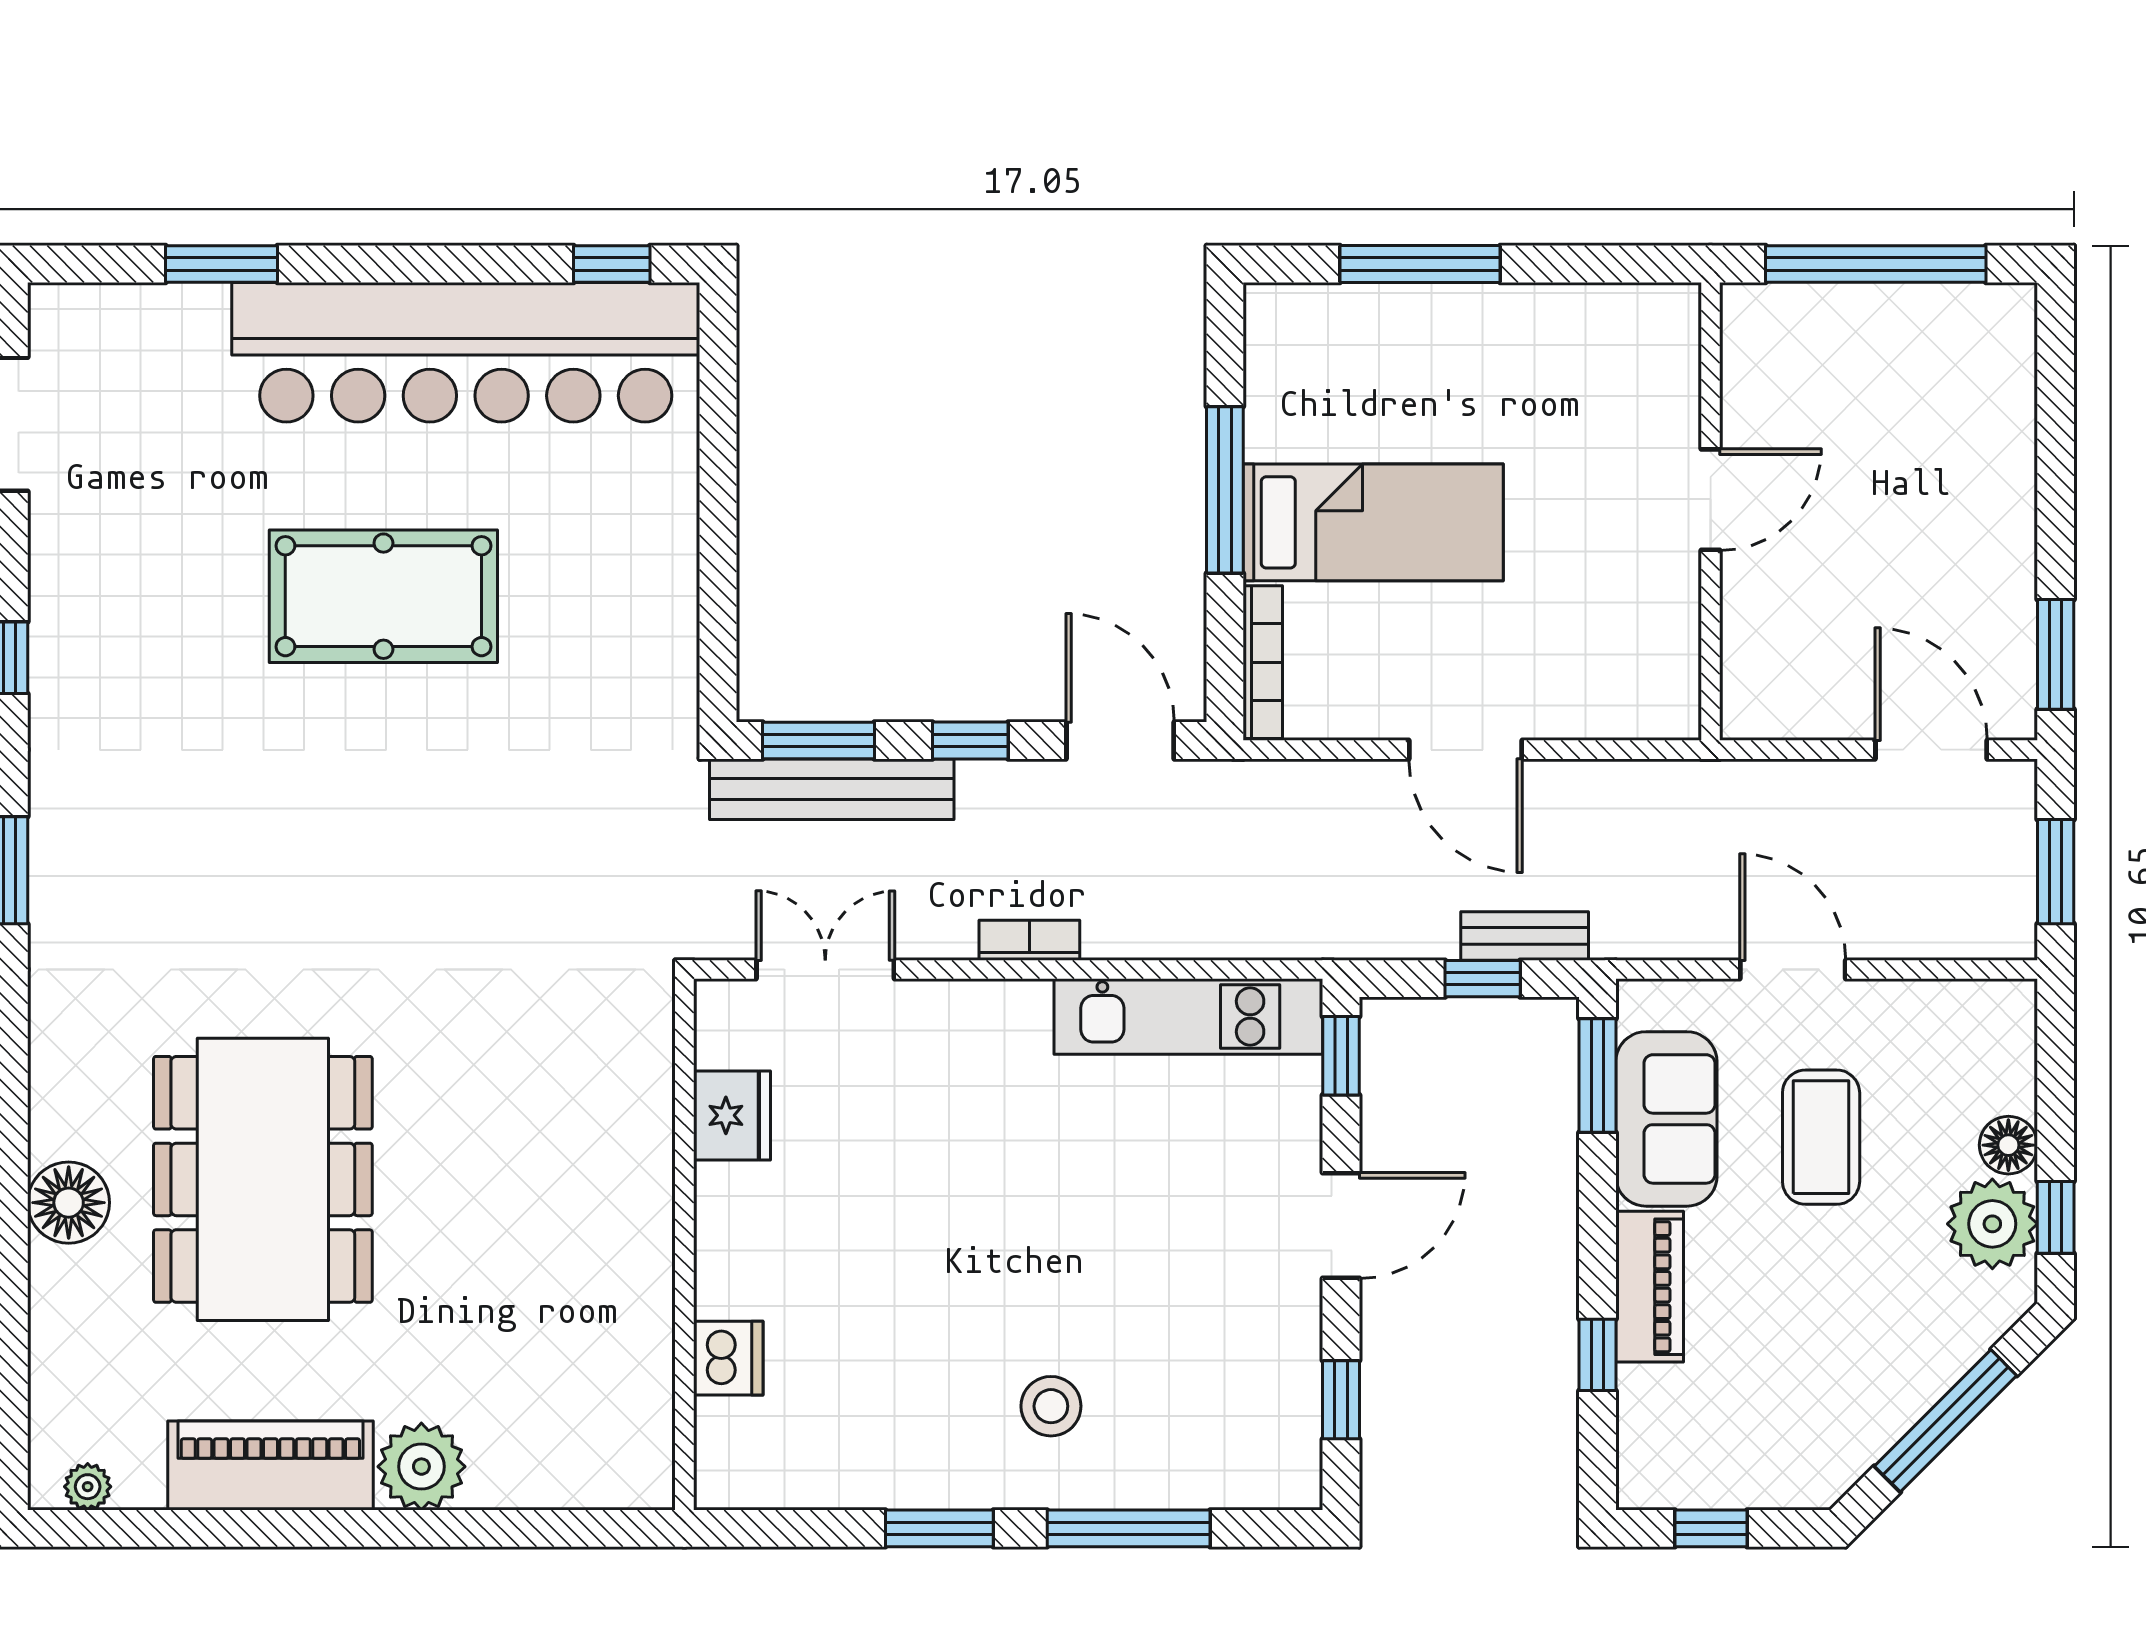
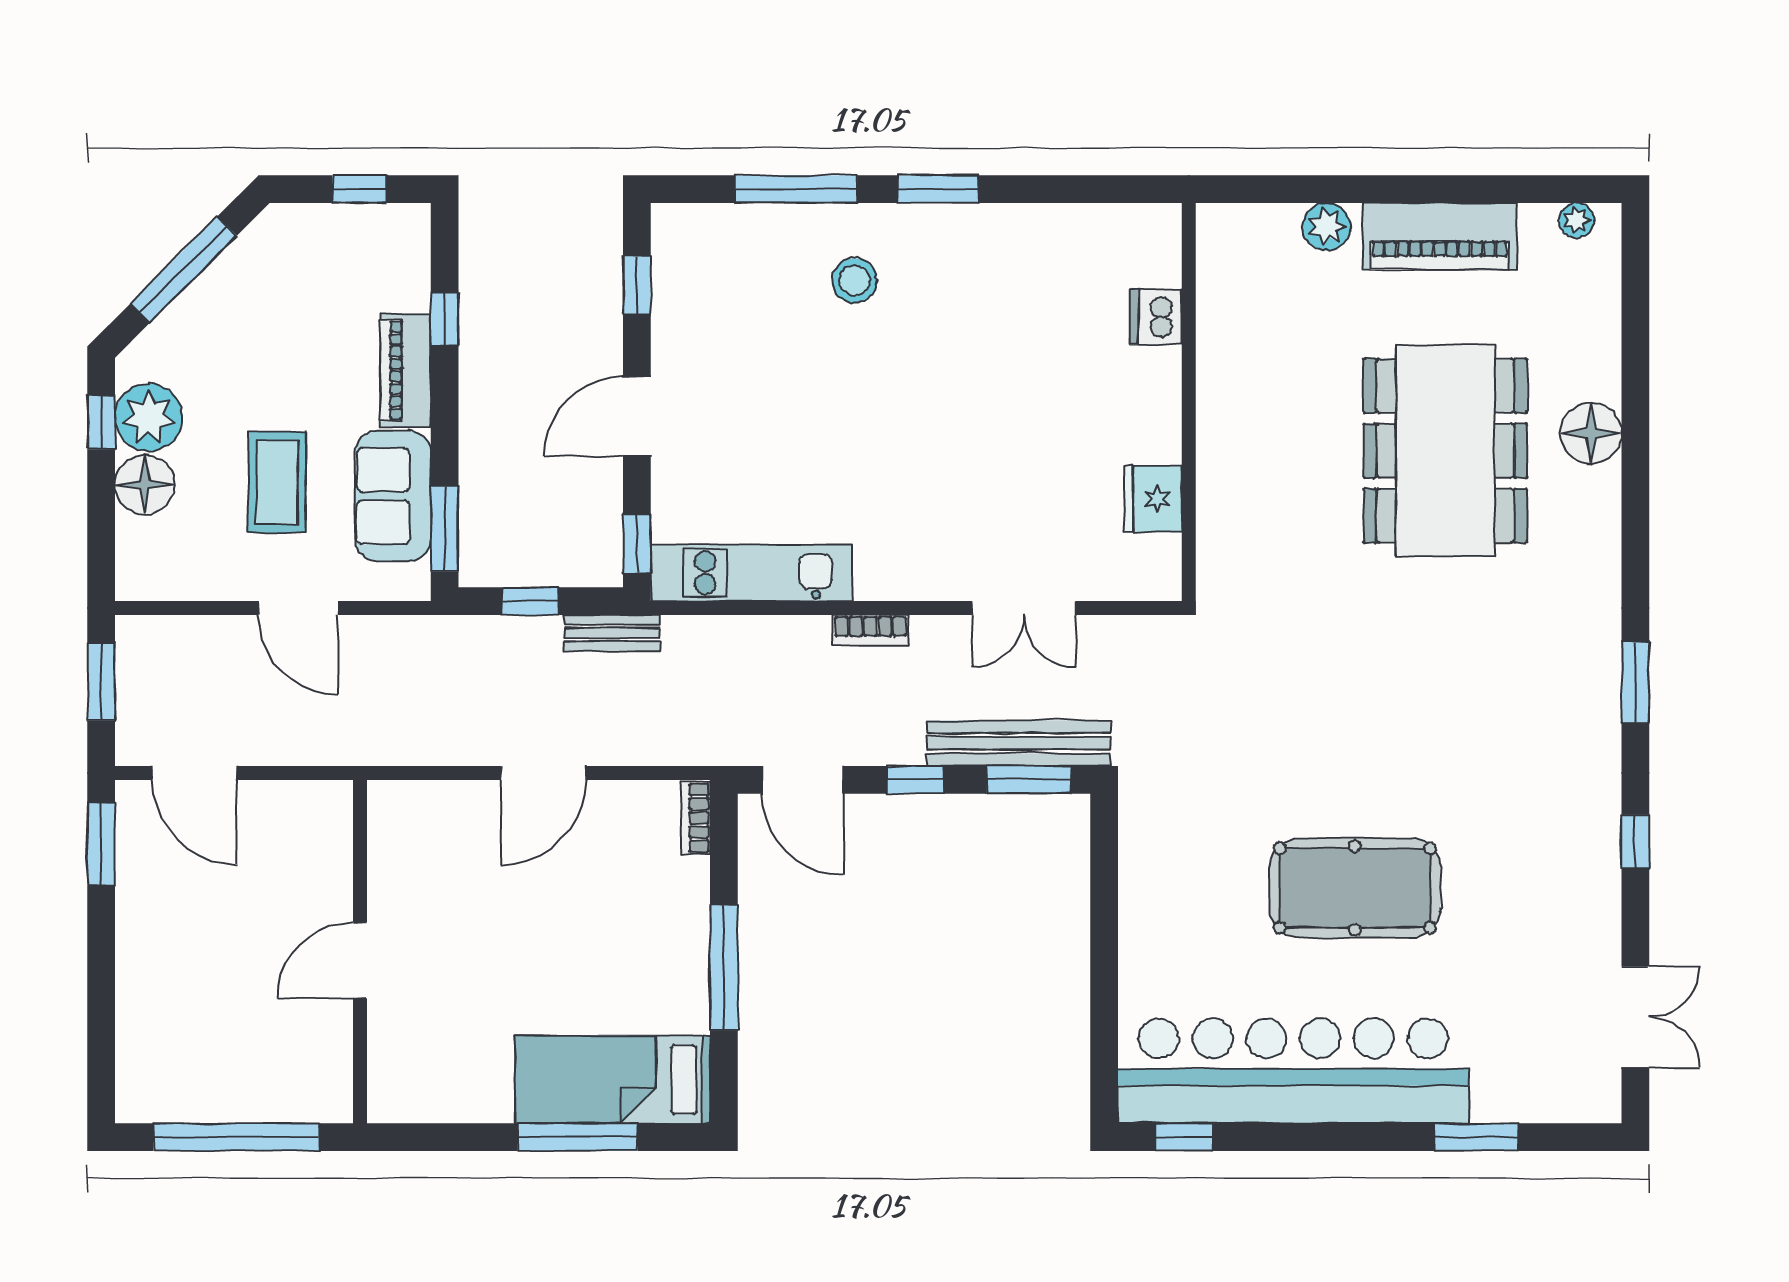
bed: (1373, 522) -> (613, 1079), moved
bookcase: (1263, 662) -> (696, 818), width x0.64
door: (1466, 750) -> (544, 773), swing flipped
bench: (1525, 936) -> (612, 633), moved
fridge: (732, 1115) -> (1153, 499), moved
floor lamp: (2008, 1145) -> (145, 485), width x1.38, depth x1.38
wall: (684, 1244) -> (1189, 402), moved
dishwasher: (728, 1358) -> (1156, 317), moved
plant: (421, 1467) -> (1326, 227), width x0.73, depth x0.73

